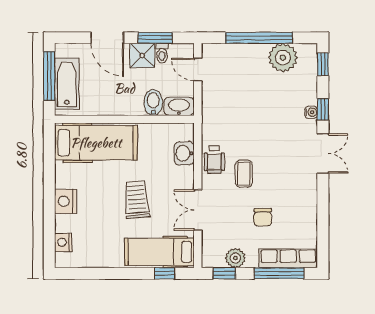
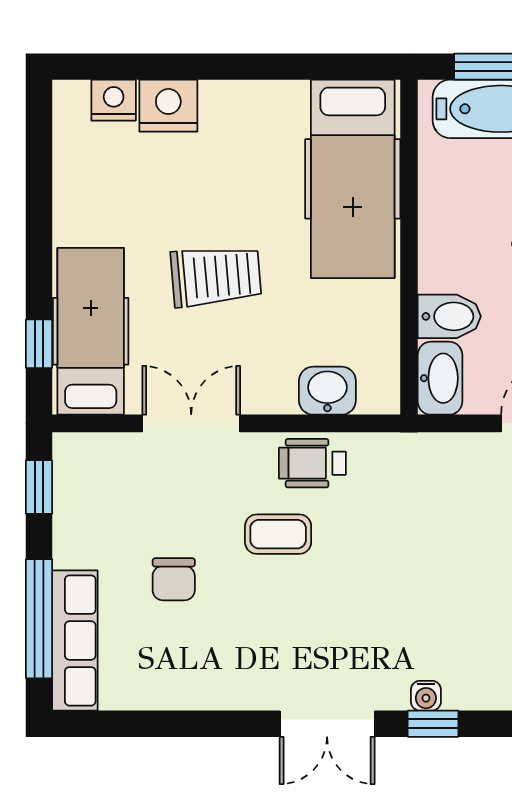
nightstand: (66, 201) -> (168, 106), moved
chair: (263, 217) -> (174, 579), turned -90
plant: (235, 258) -> (76, 514), removed

